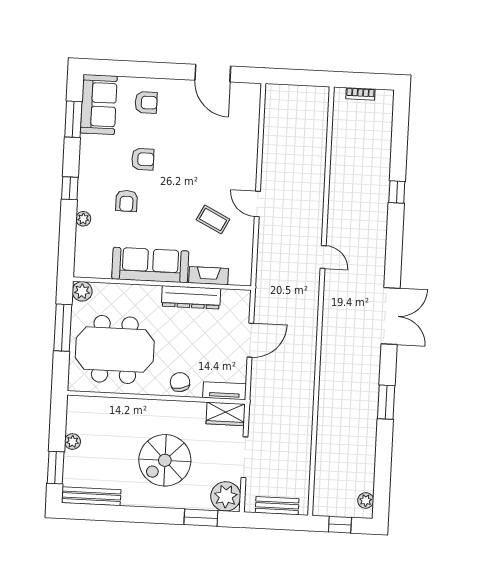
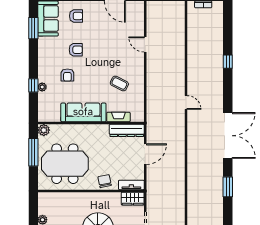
window: (70, 188) -> (33, 85), moved
door: (257, 204) -> (145, 44), moved
dresser: (191, 297) -> (127, 130), moved
double door: (391, 316) -> (228, 136), width x1.36

